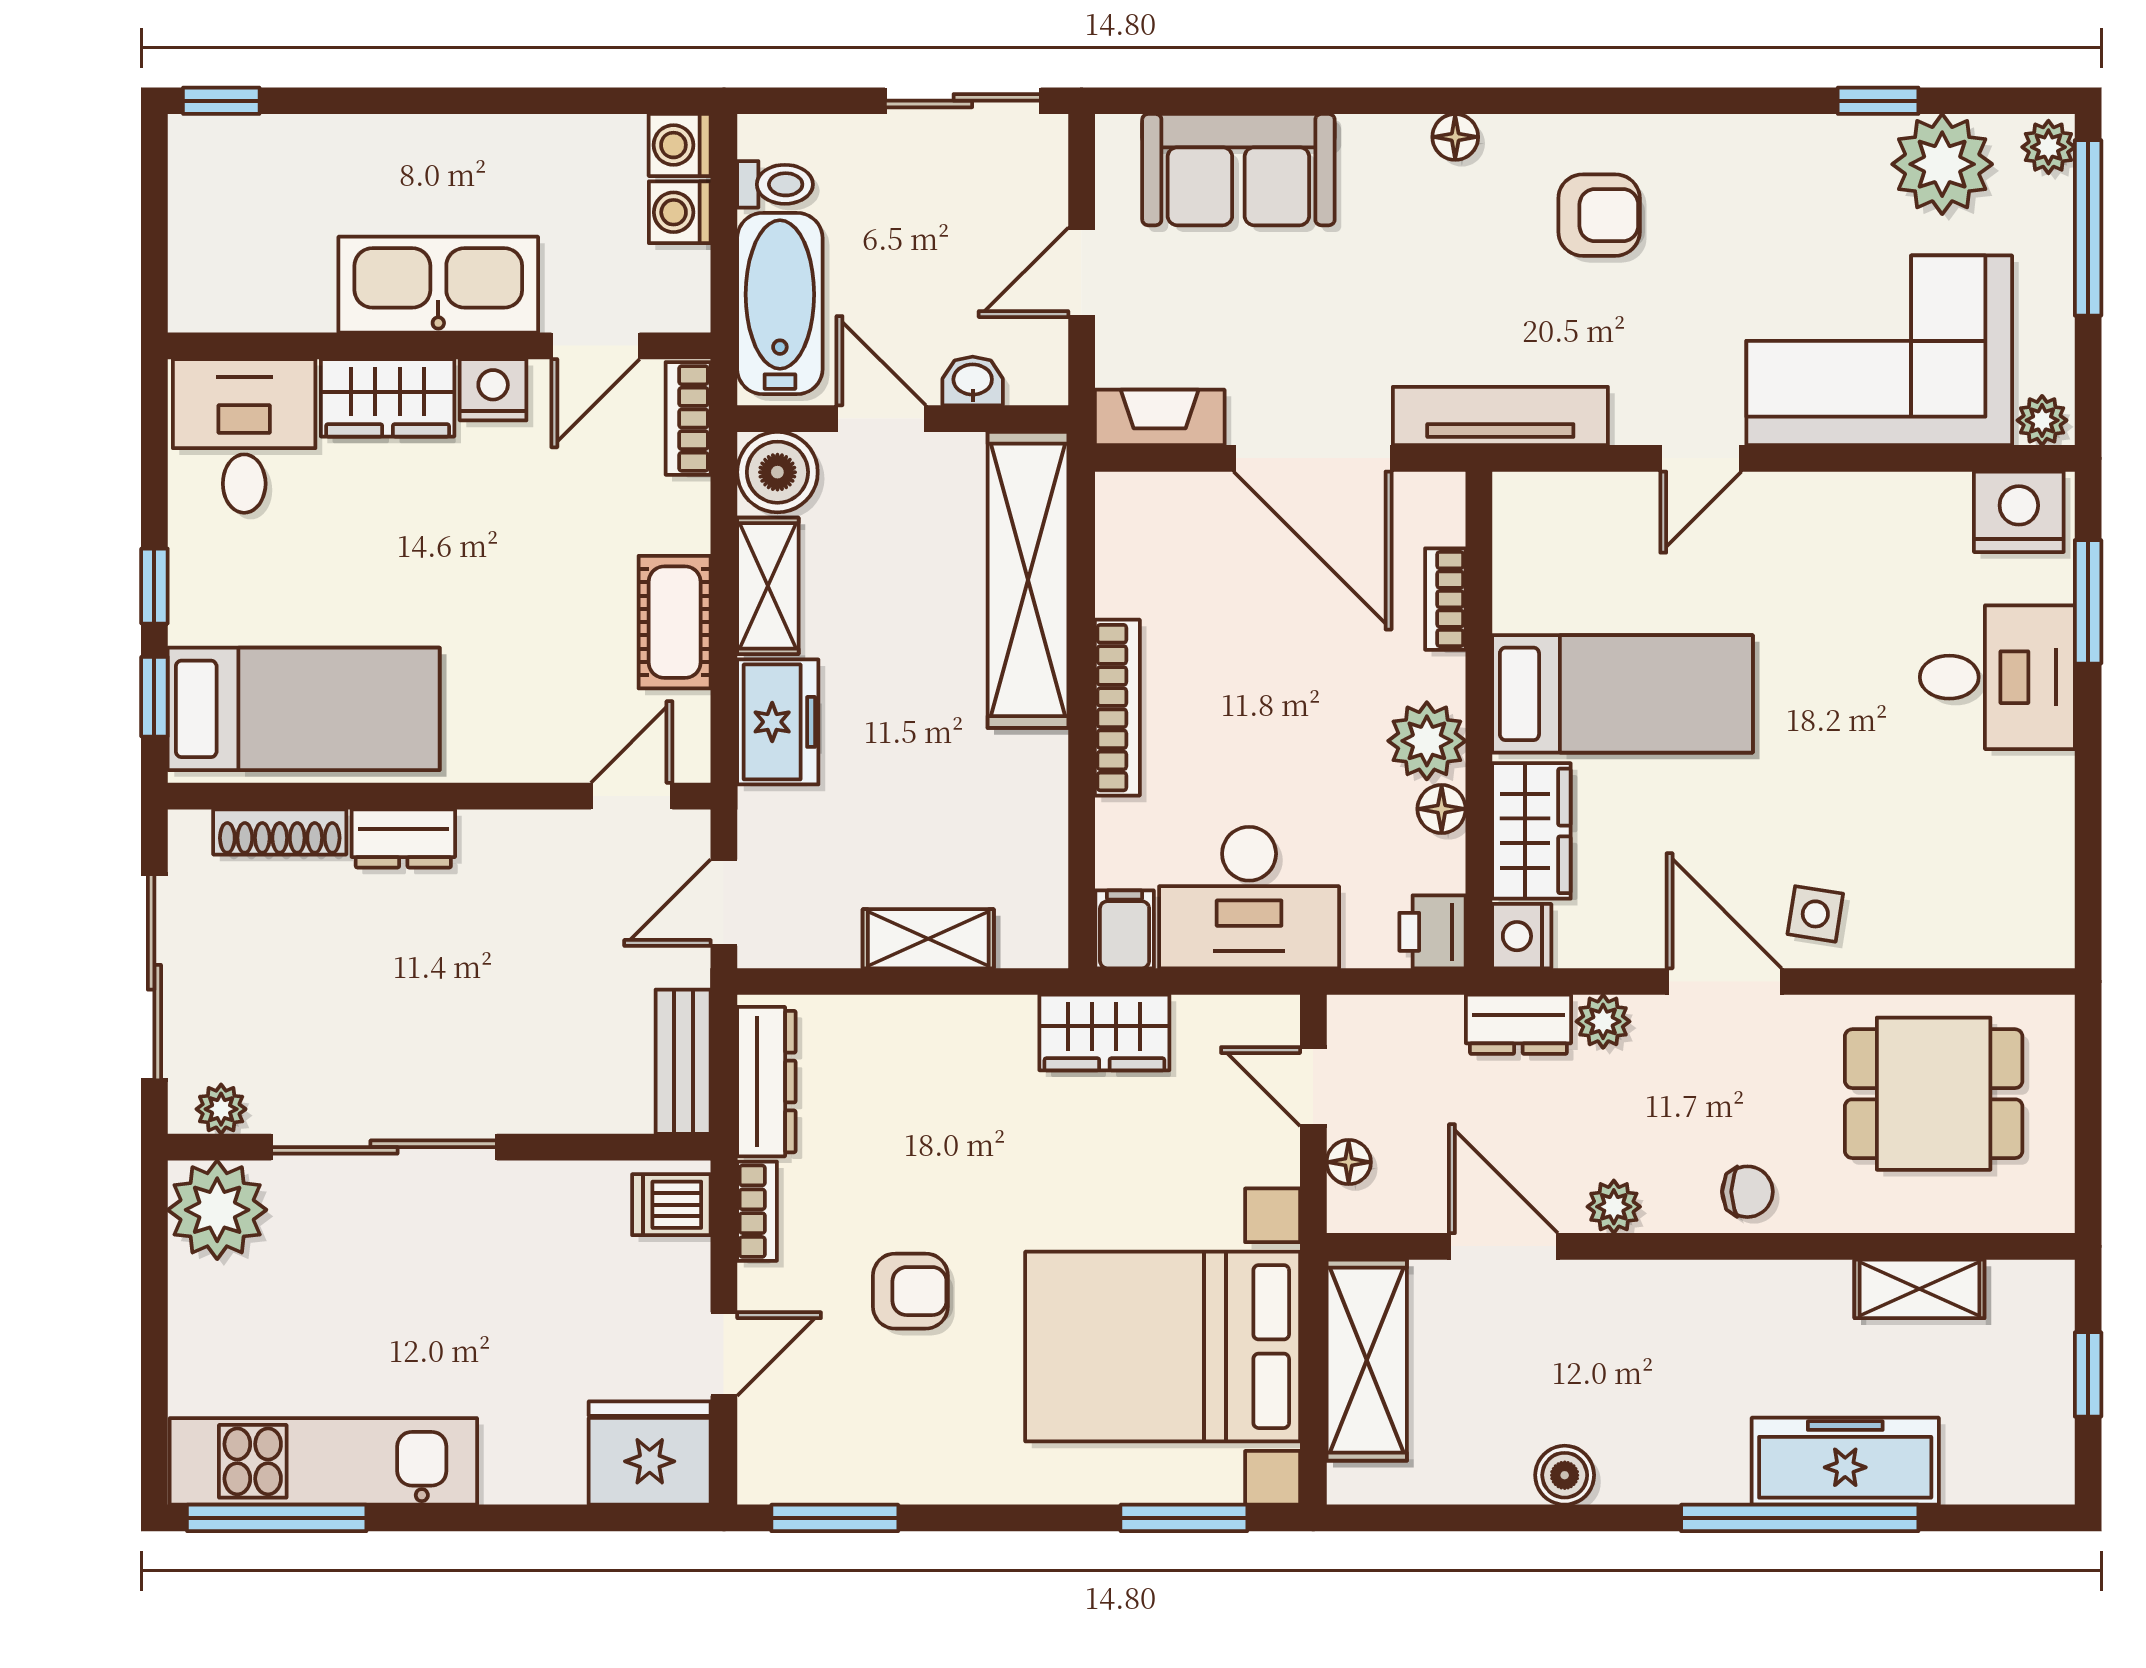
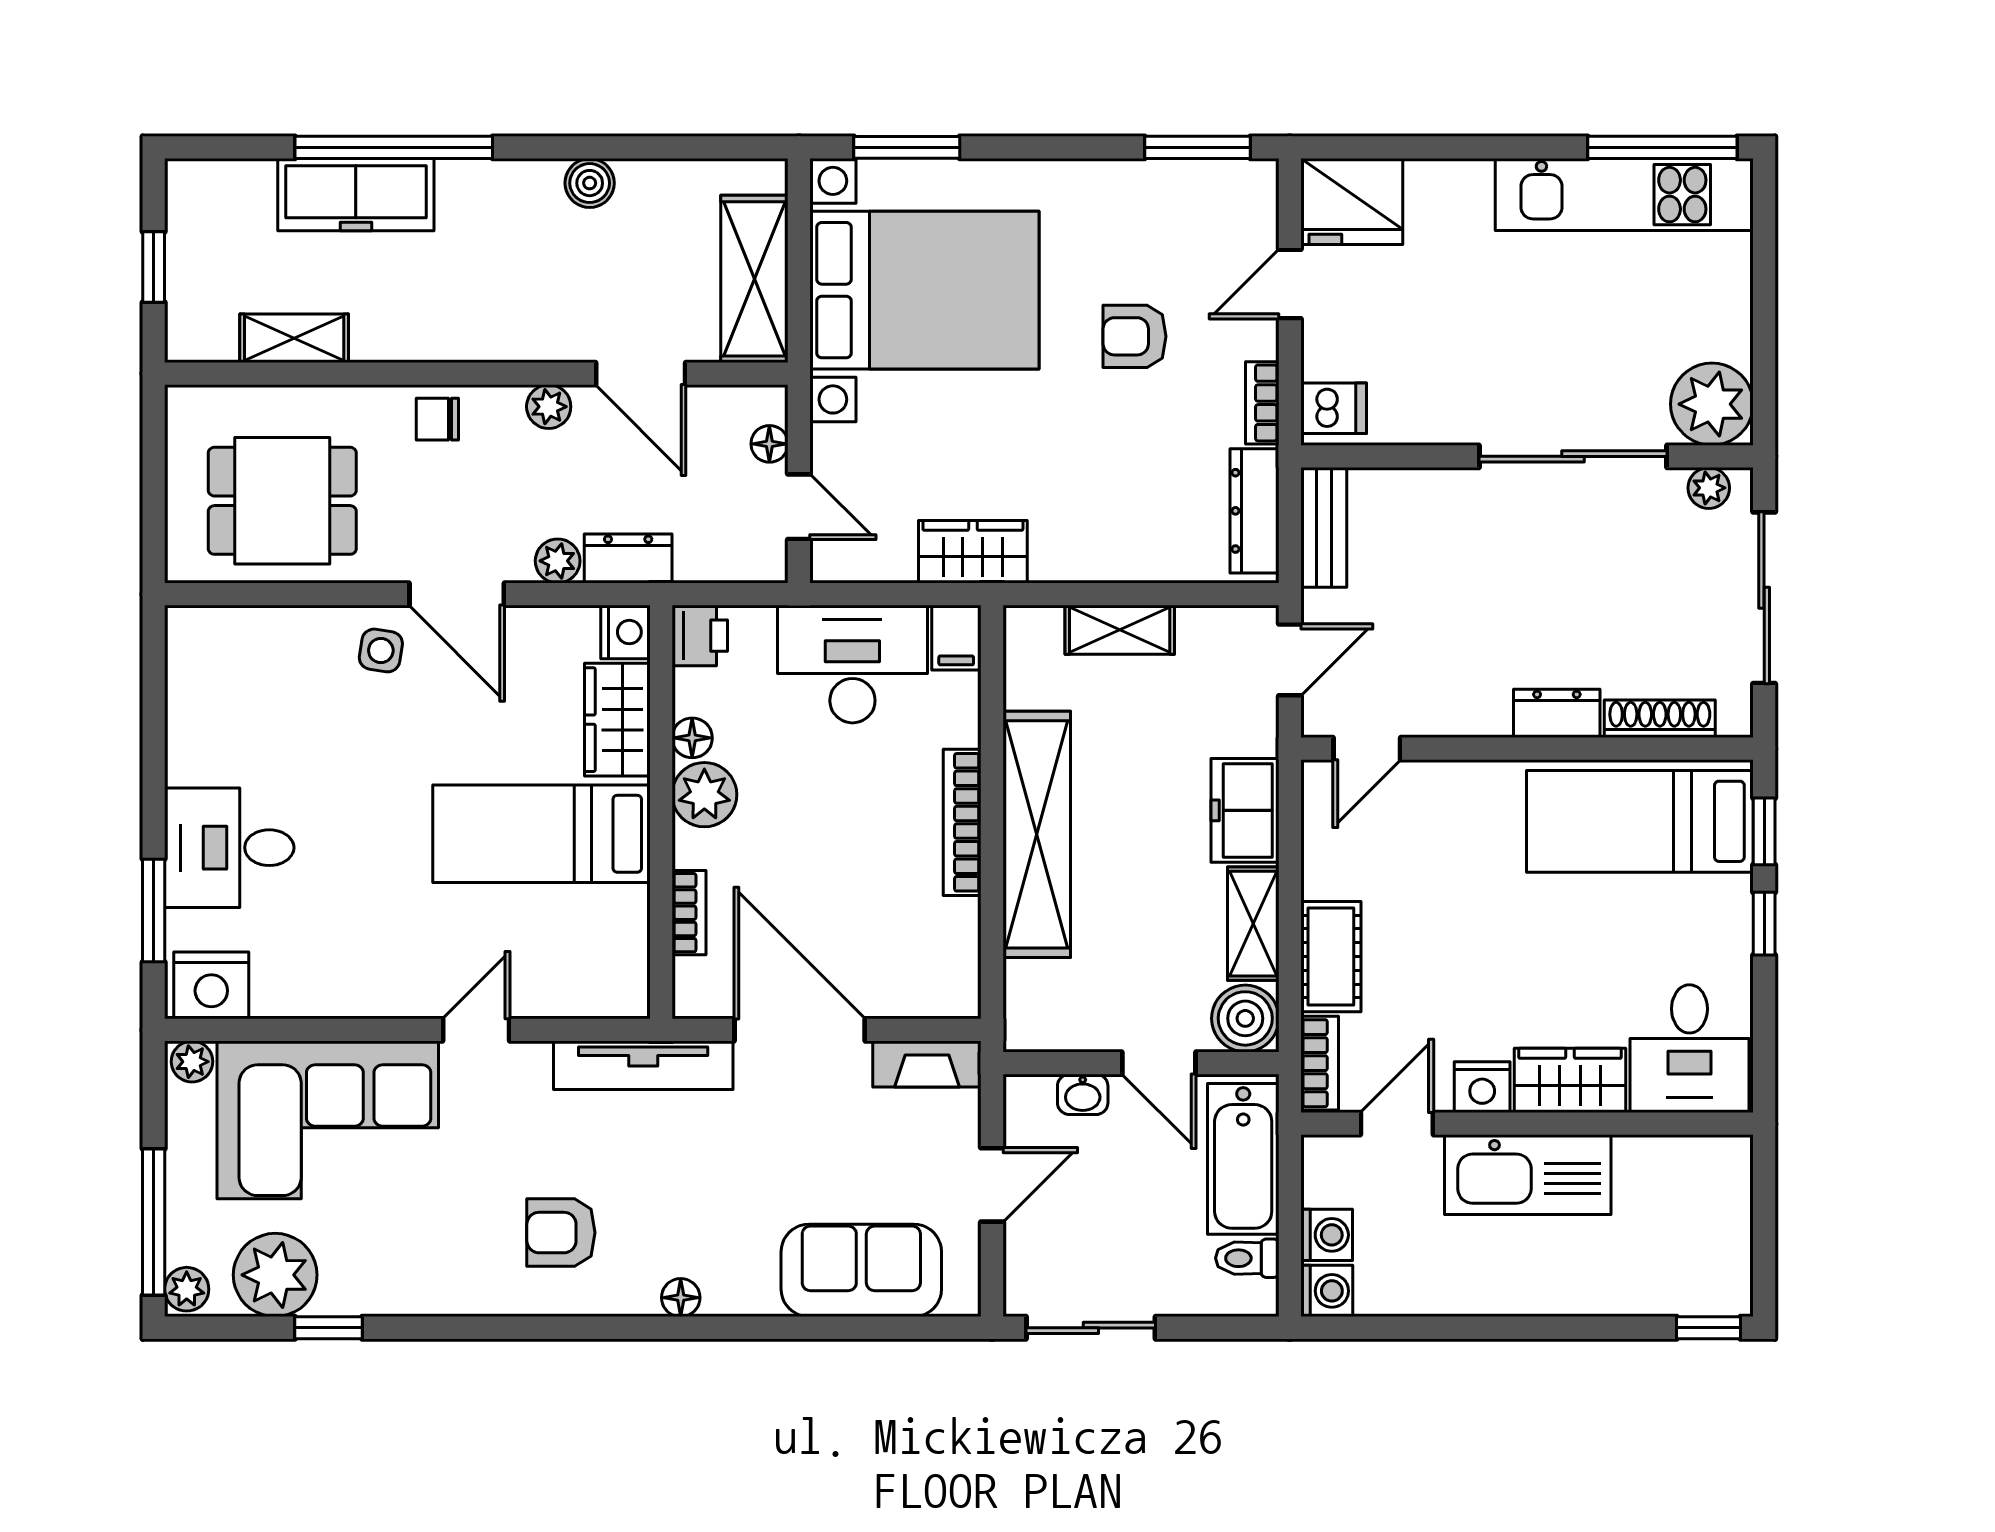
shelving: (1028, 580) -> (1037, 834), moved
cot: (675, 622) -> (1331, 957), moved

